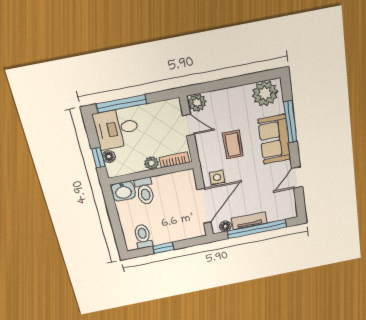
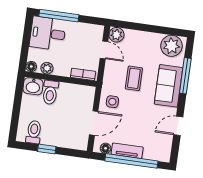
floor lamp: (109, 157) -> (31, 66), moved
window: (98, 158) -> (25, 51), removed
plant: (152, 163) -> (47, 68), moved
door: (204, 206) -> (94, 123), width x0.73

